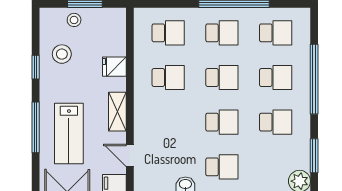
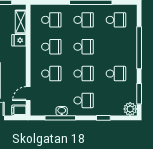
school desk: (276, 77) -> (51, 74), moved
shelving: (117, 112) -> (21, 22), moved
door: (130, 155) -> (28, 94), hinge flipped

